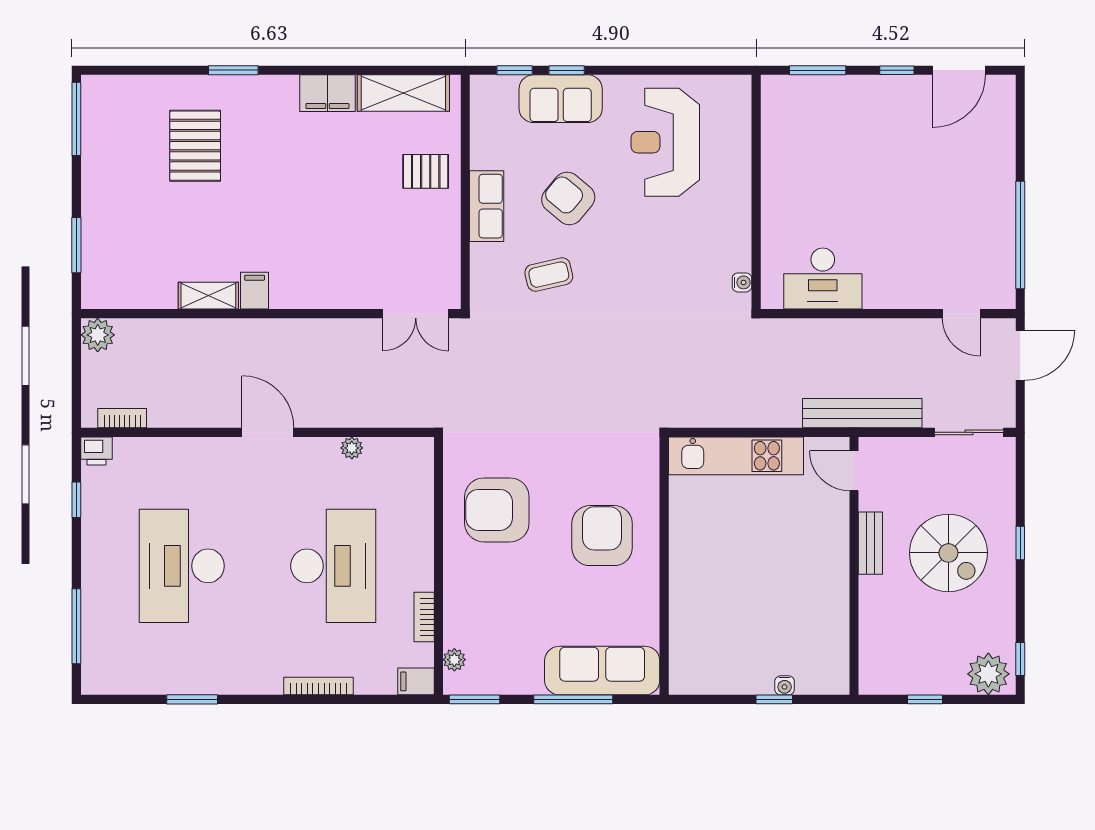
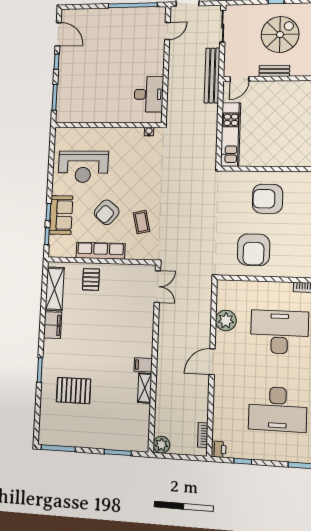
row of seats: (487, 206) -> (101, 251), width x1.48
plant: (352, 448) -> (226, 320), width x1.88, depth x1.88

